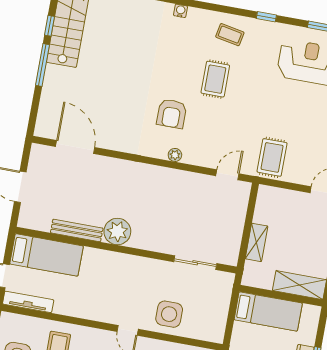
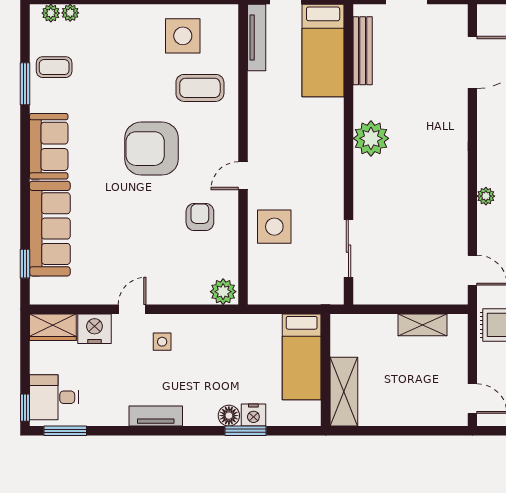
bench: (77, 230) -> (363, 51), moved
shelving: (256, 242) -> (423, 325), moved

